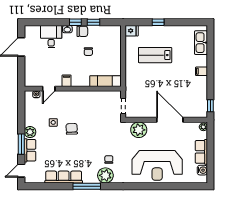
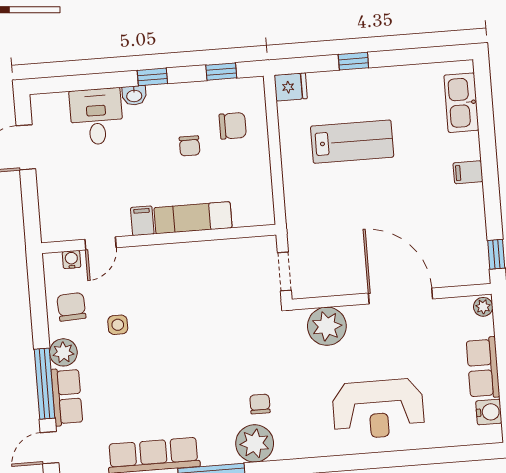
window: (93, 22) -> (221, 72), moved
chair: (82, 31) -> (233, 126), moved
lab bench: (155, 55) -> (352, 142), turned 180
exam couch: (105, 81) -> (193, 218), moved
chair: (72, 129) -> (71, 307), moved
window: (21, 144) -> (44, 384), width x1.44
reception desk: (157, 165) -> (378, 409), width x0.74, depth x0.77

